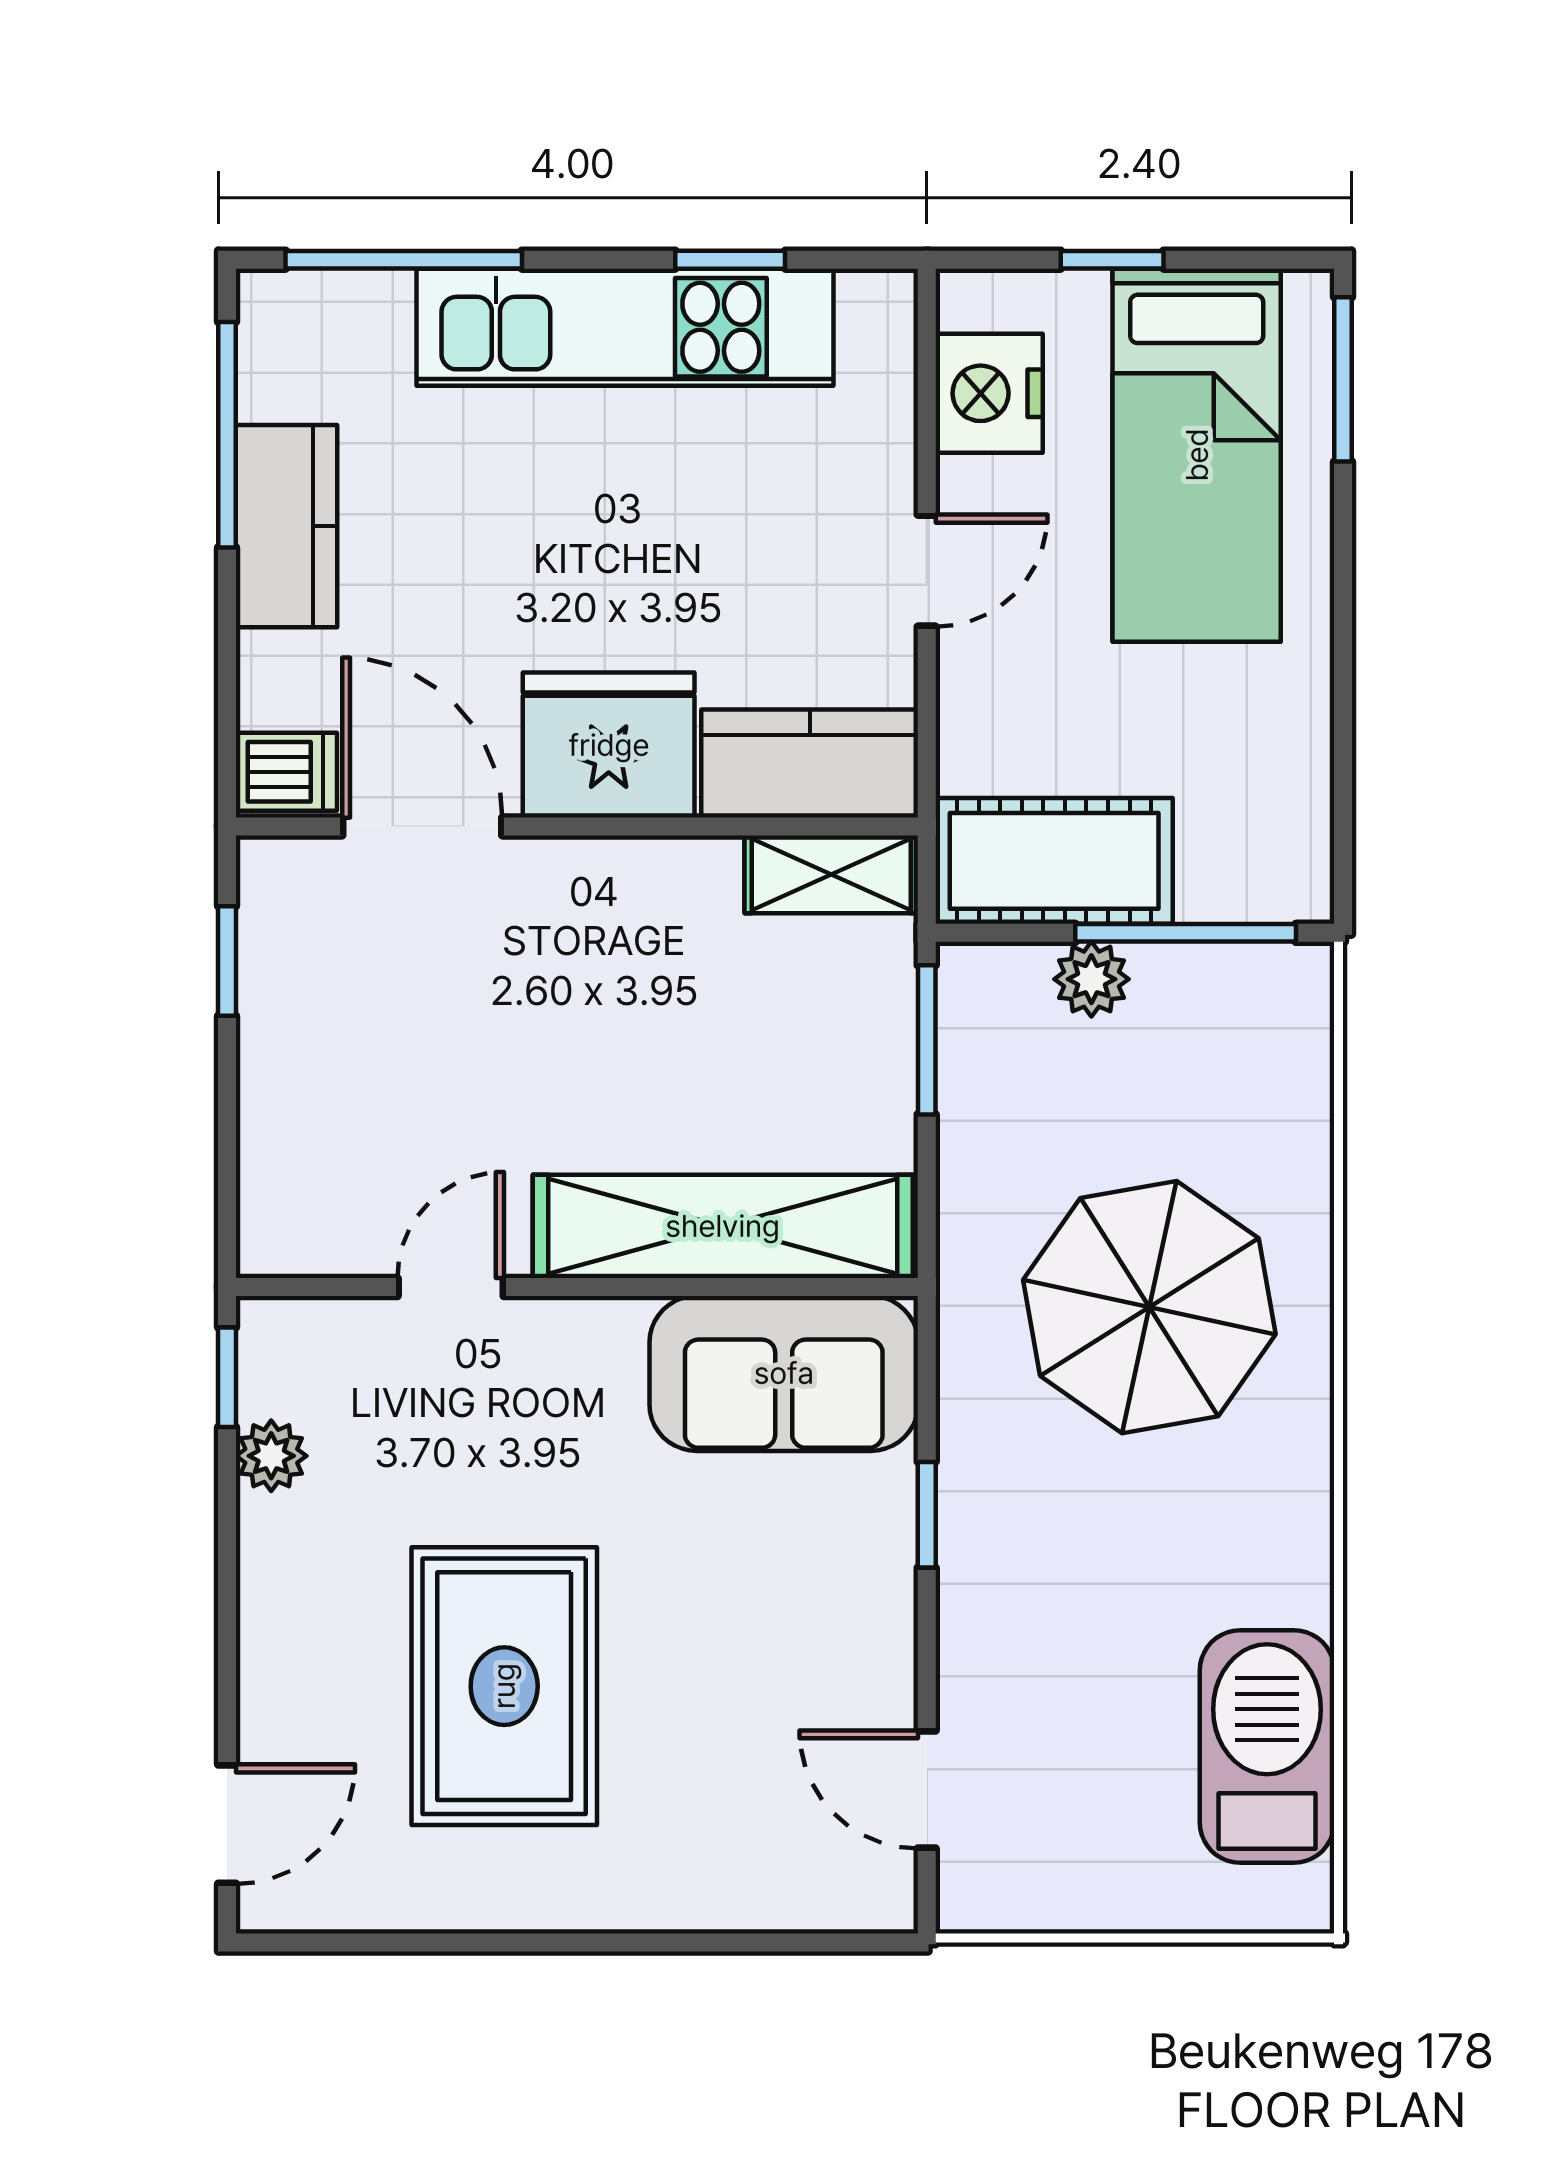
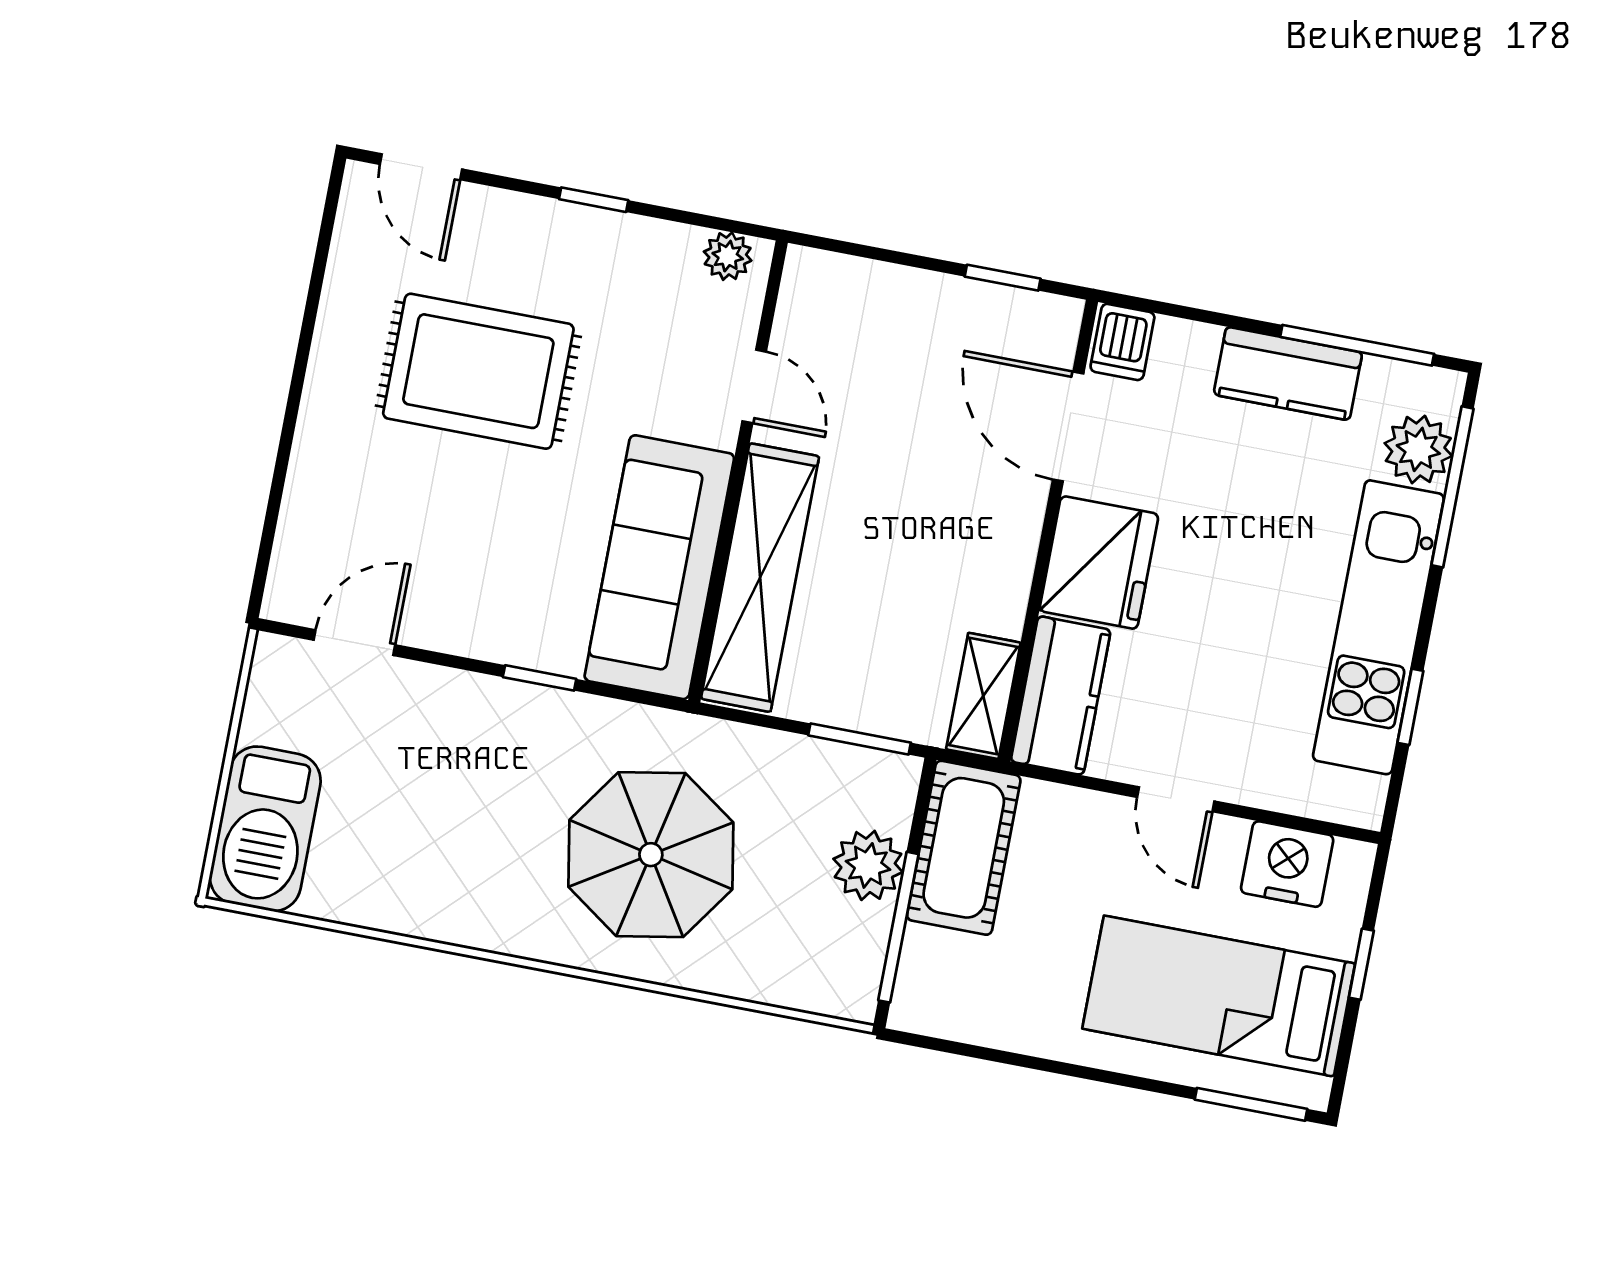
plant: (359, 319) -> (1418, 449), added
door: (422, 827) -> (1068, 427), swing flipped
plant: (1091, 979) -> (868, 865), width x1.38, depth x1.38
sofa: (784, 1373) -> (659, 567), width x1.36
window: (227, 1377) -> (594, 200), moved
plant: (271, 1456) -> (728, 256), moved
barbecue: (1267, 1746) -> (265, 829), moved, turned 90

